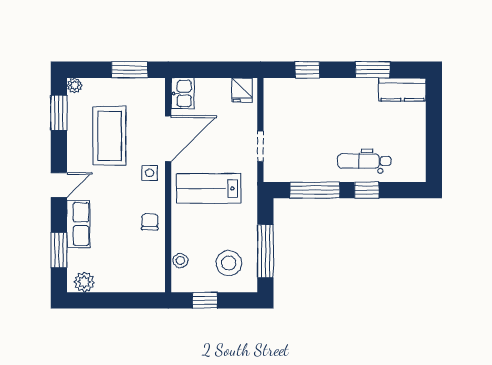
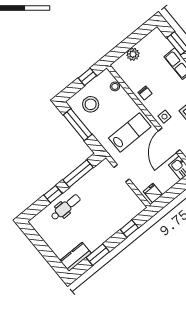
plant: (84, 282) -> (133, 54), moved

